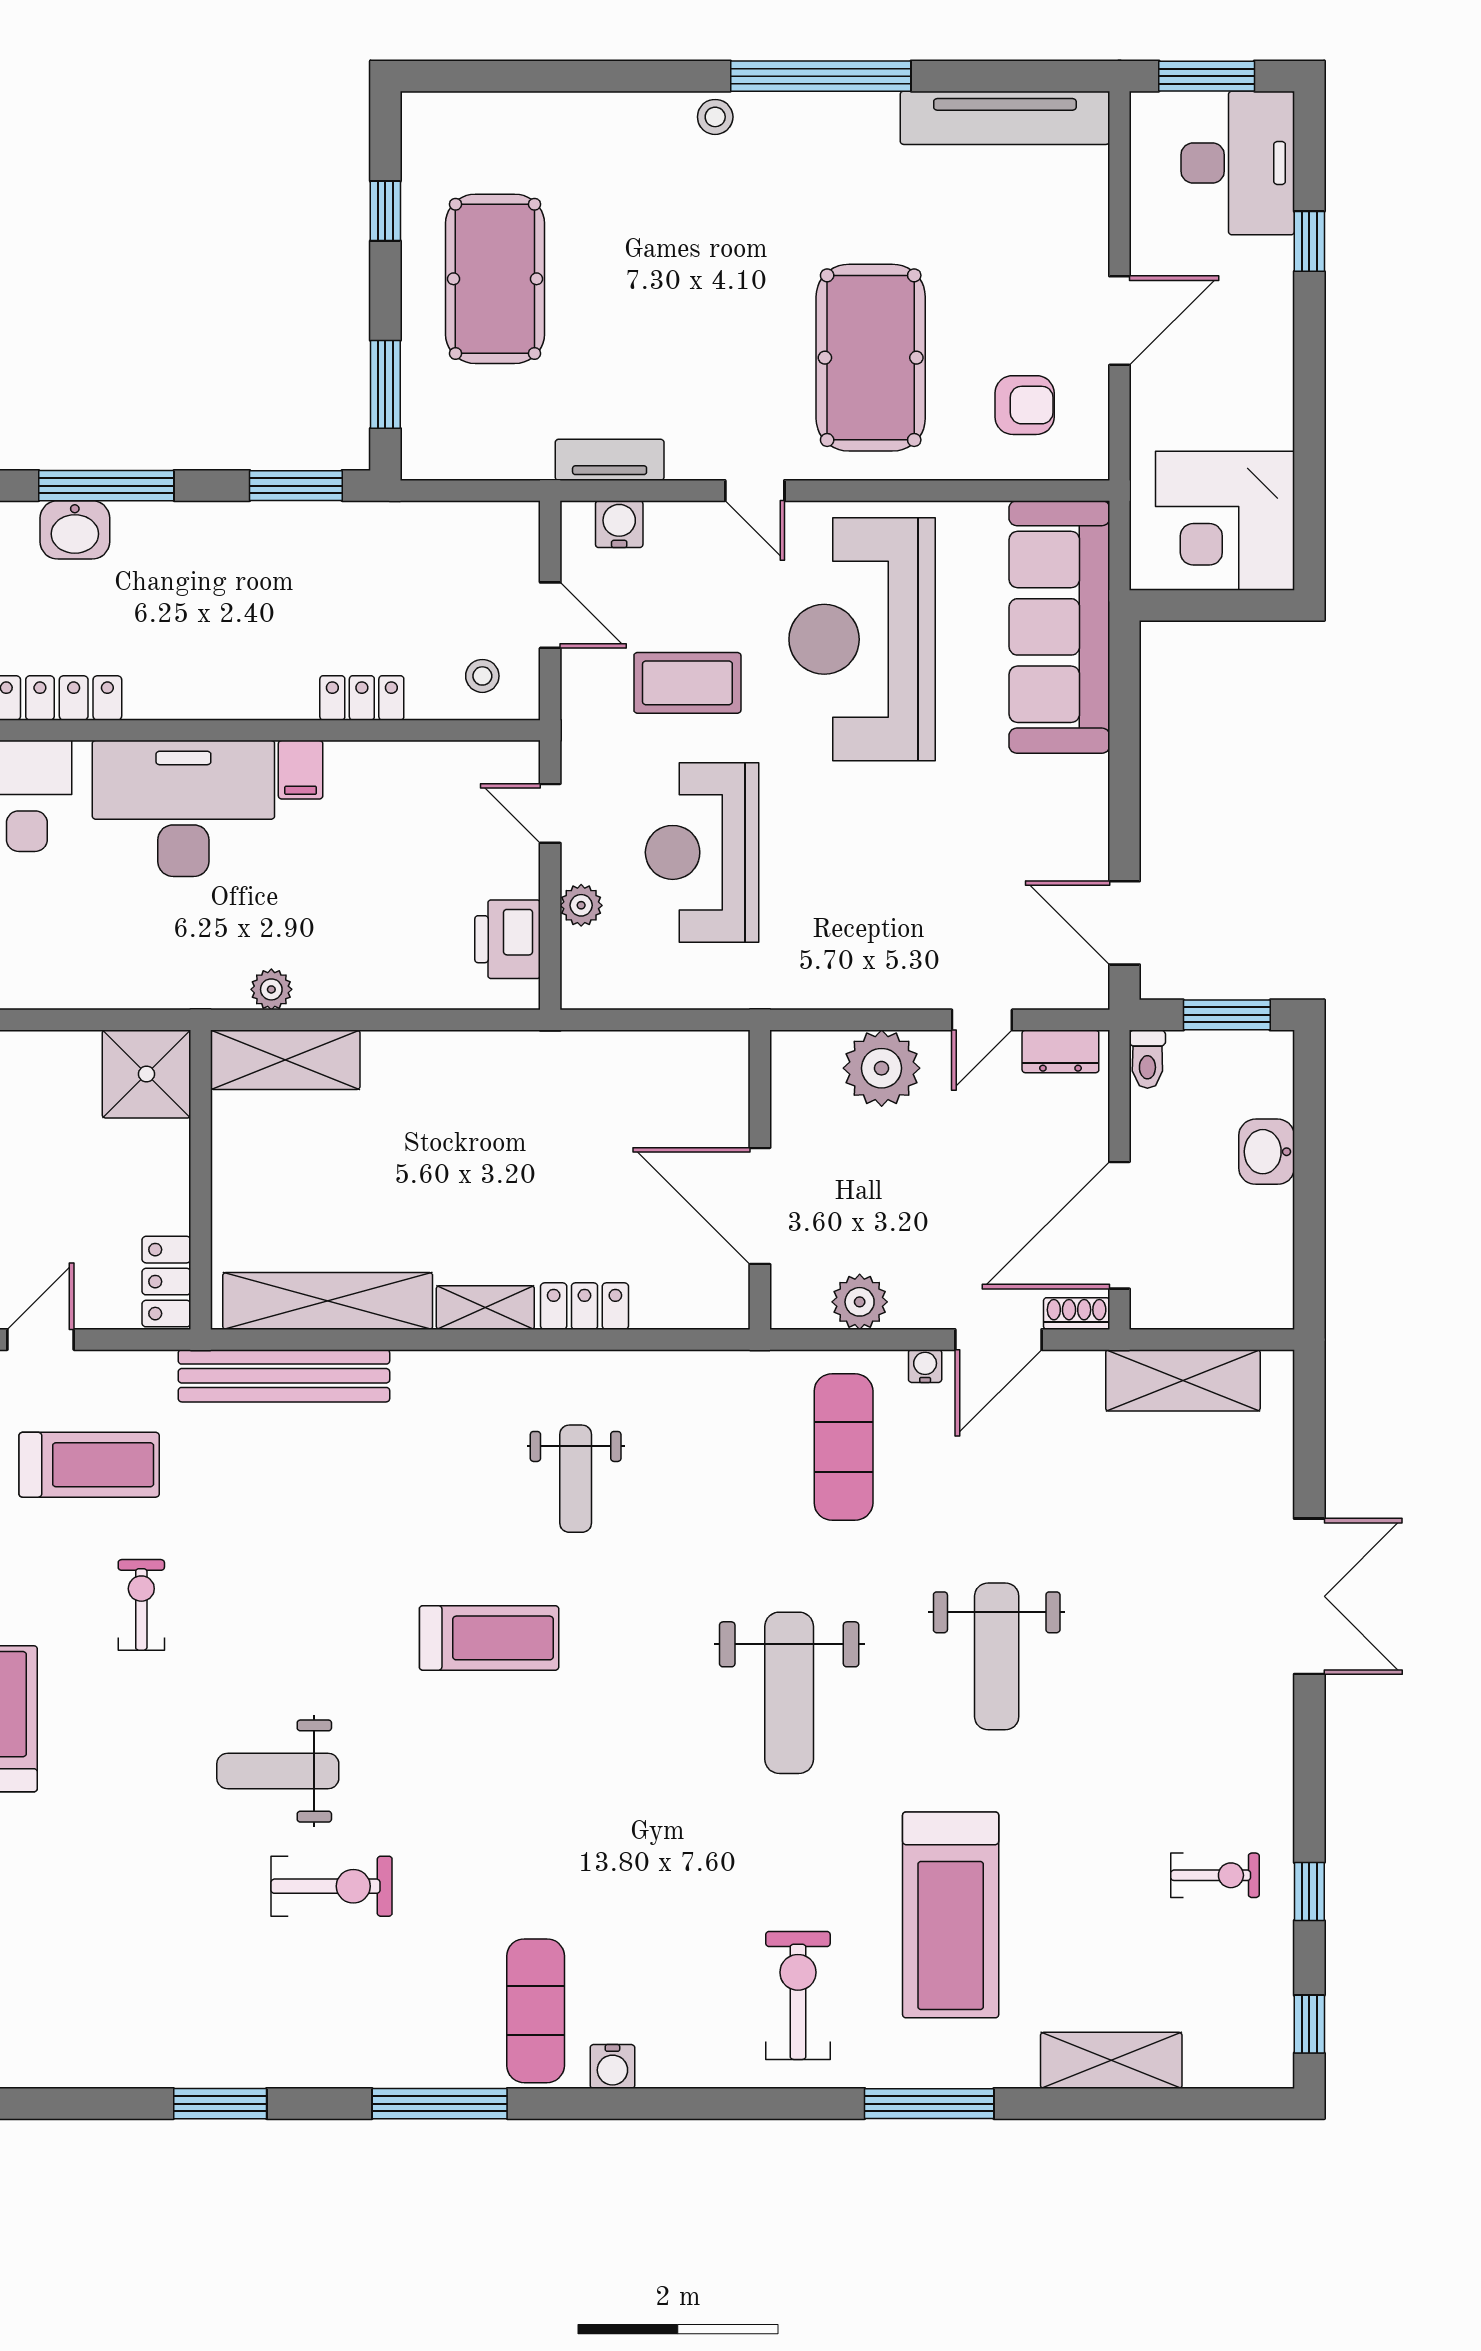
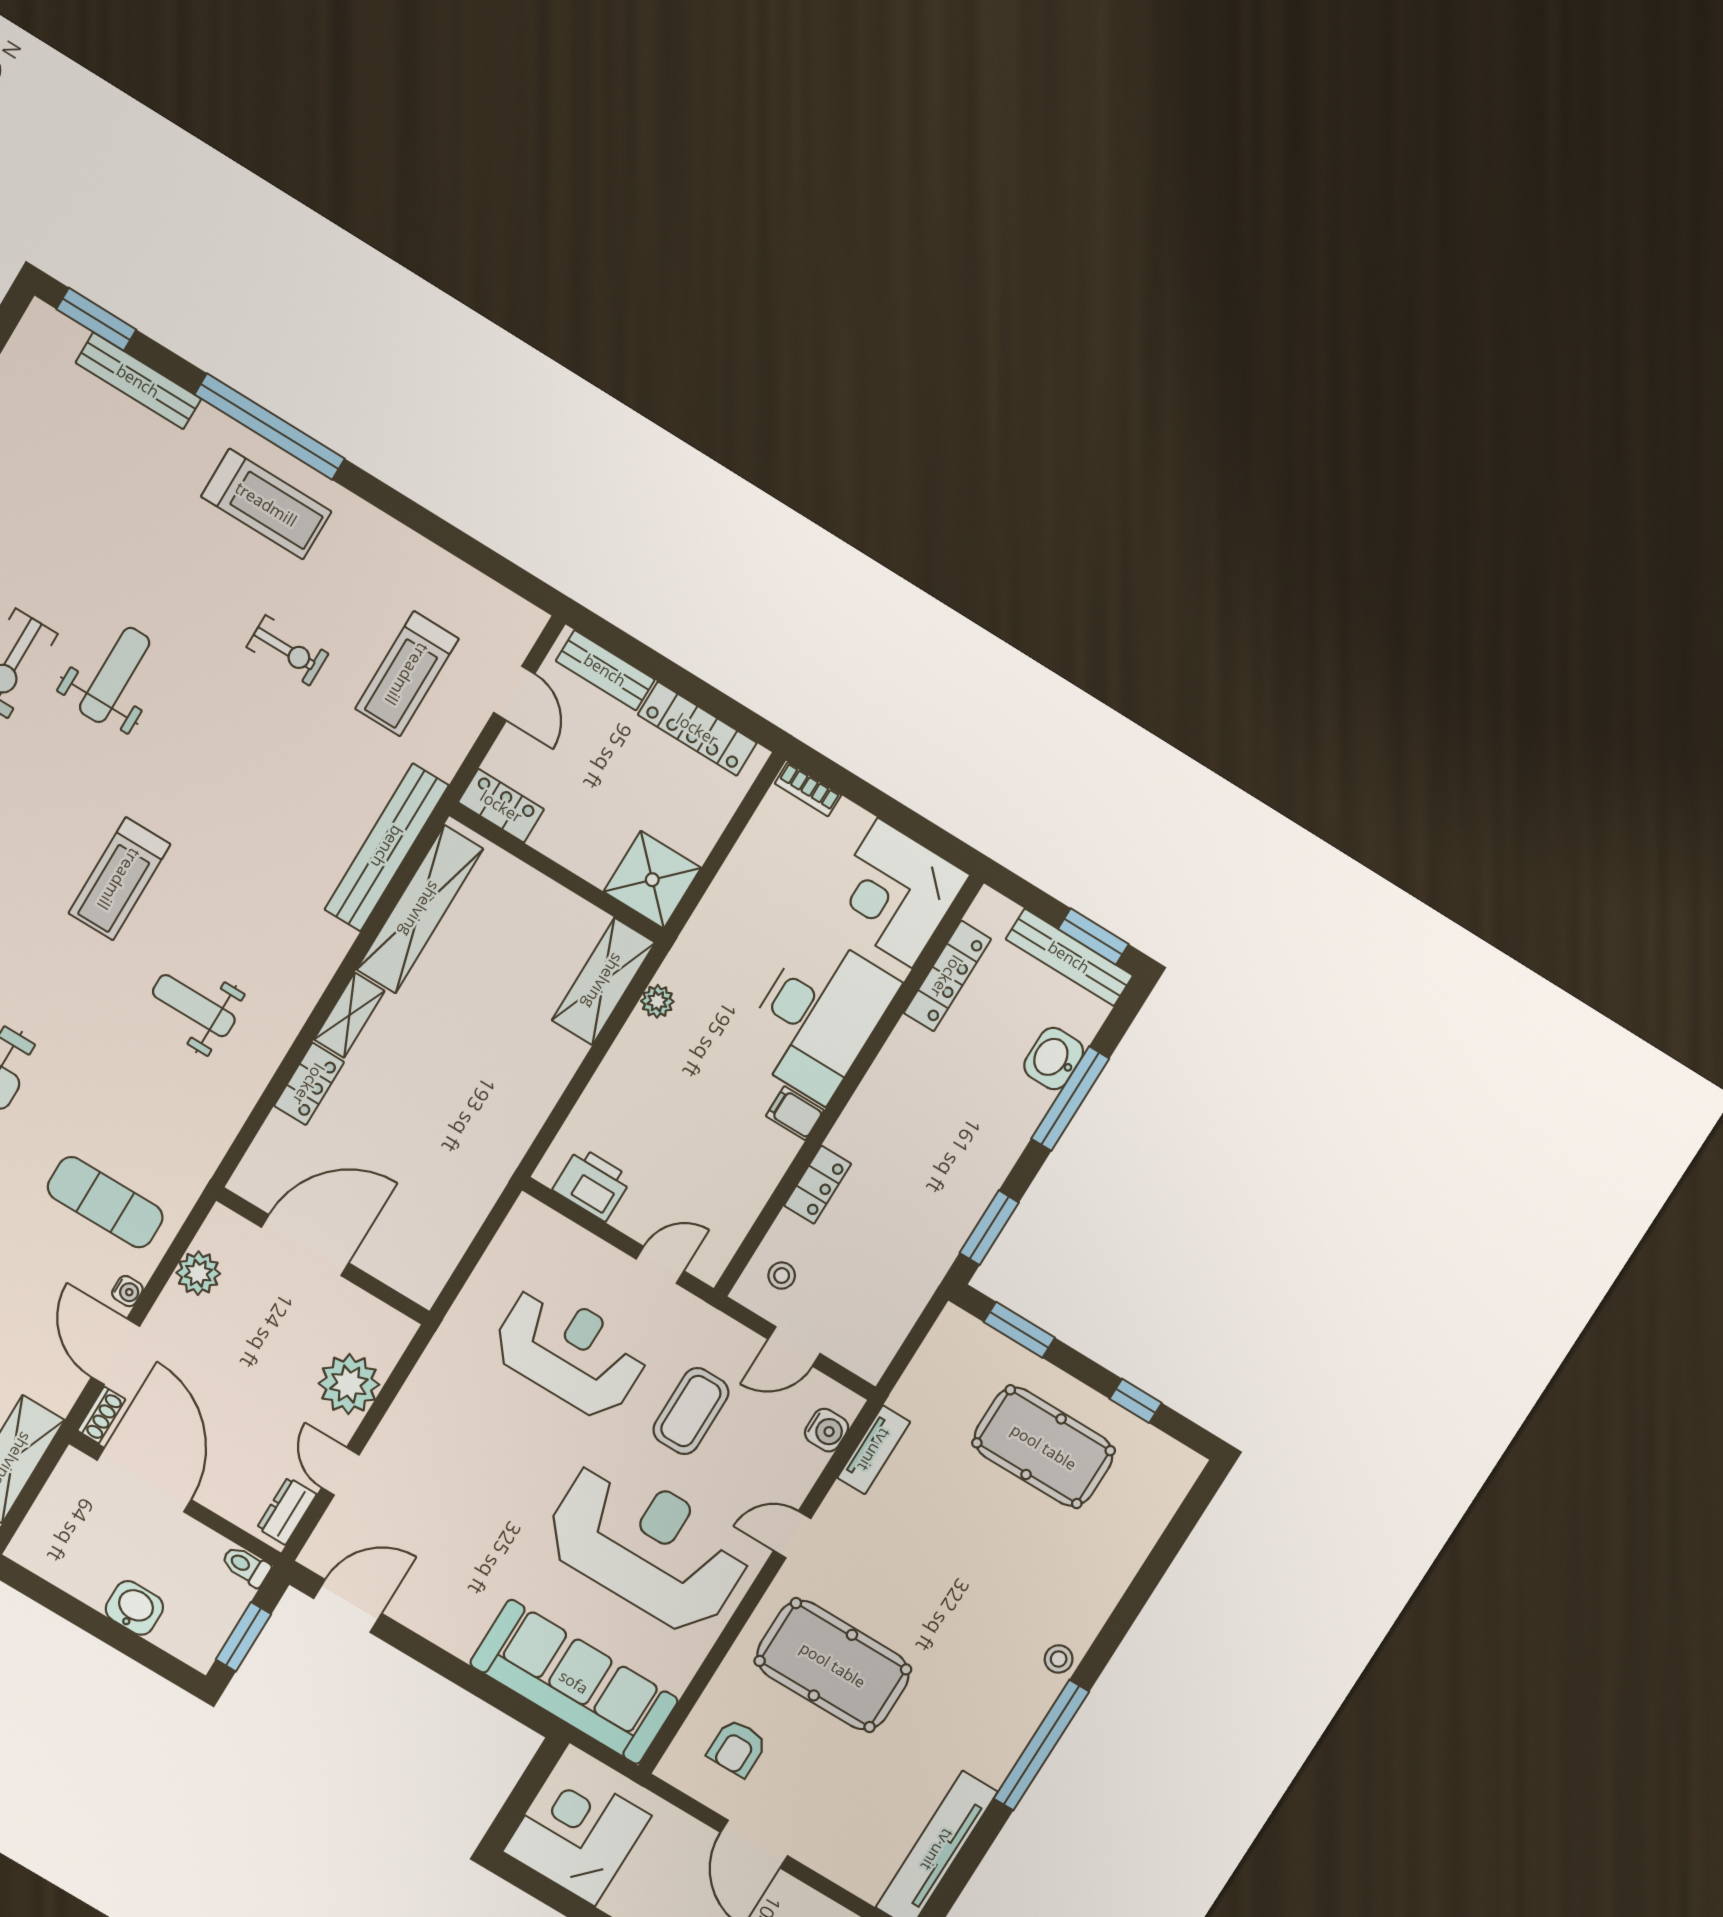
plant: (581, 905) -> (585, 1248), removed

